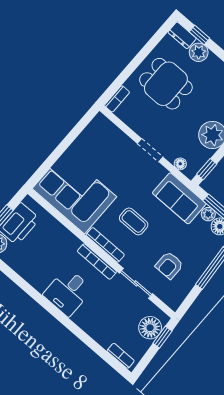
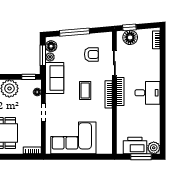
corner sofa: (74, 193) -> (73, 138), moved, turned 90

